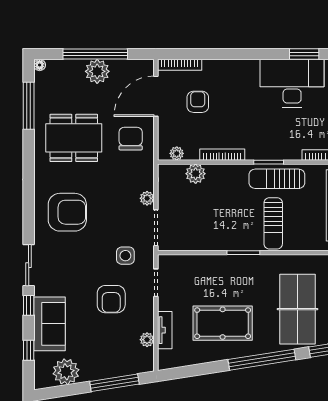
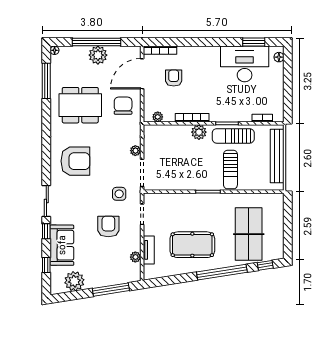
plant: (196, 174) -> (199, 132), moved
armchair: (111, 299) -> (108, 227), turned 180

